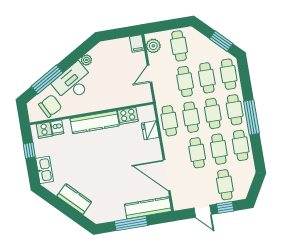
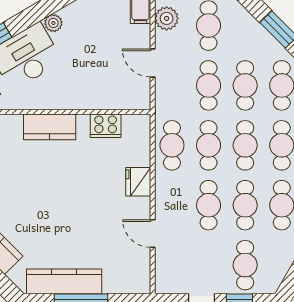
door: (149, 74) -> (153, 63), hinge flipped
kitchen counter: (95, 122) -> (50, 127), width x0.67
fridge: (150, 130) -> (138, 182), moved
door: (167, 175) -> (153, 234), width x0.53
kitchen counter: (148, 208) -> (64, 281), moved

